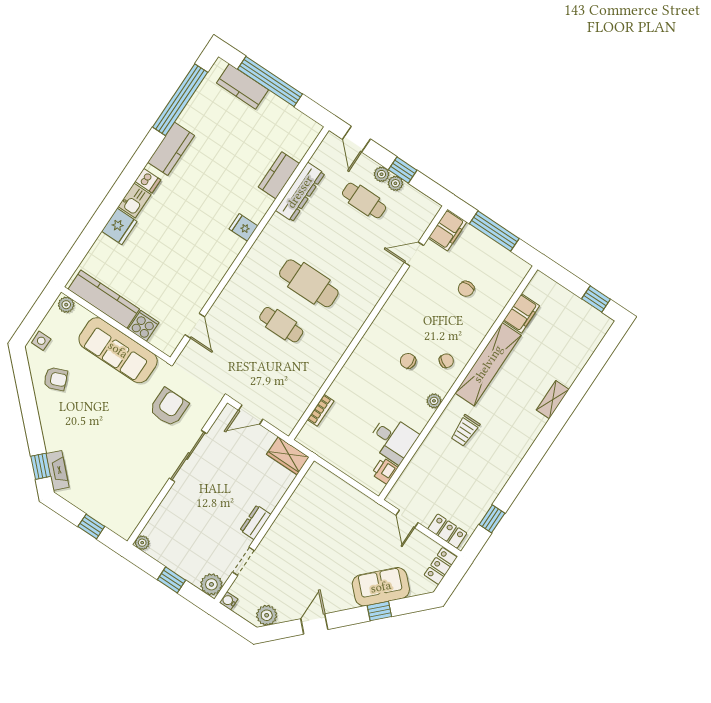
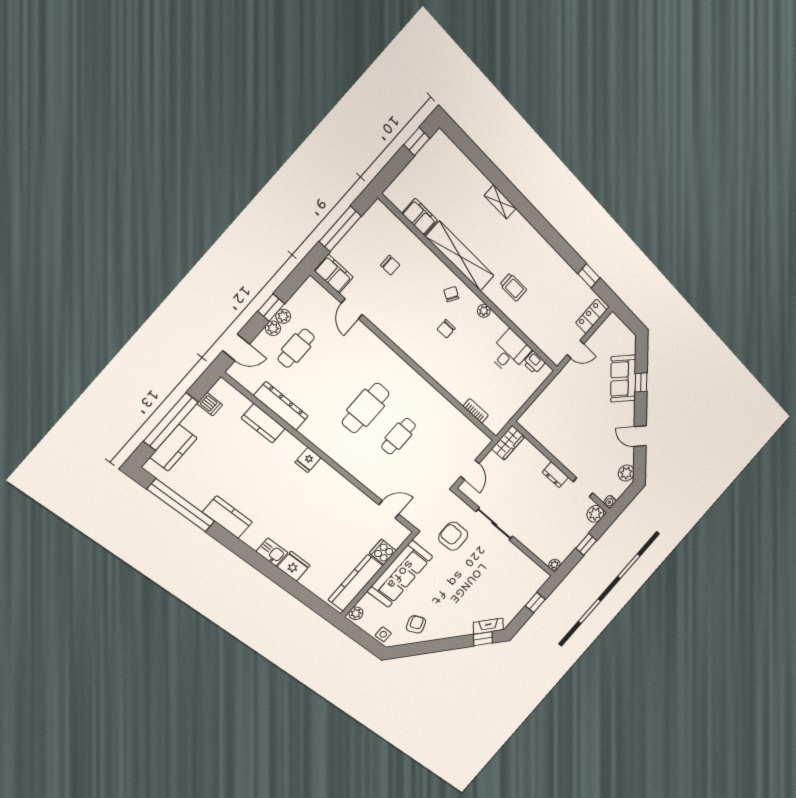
dishwasher: (148, 181) -> (210, 404), moved, turned 90
locker: (441, 566) -> (617, 326), removed

